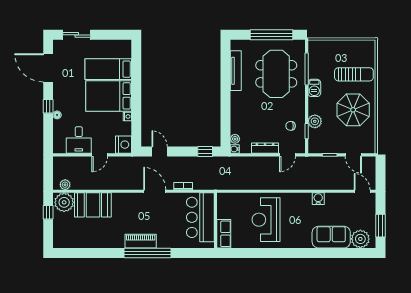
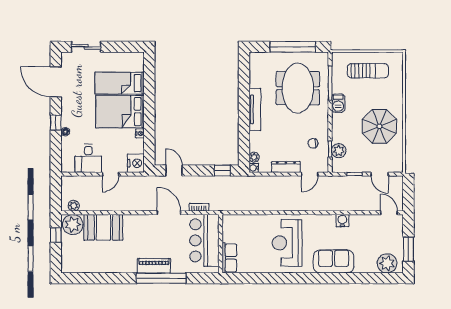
tv unit: (236, 71) -> (255, 109), moved
sun lounger: (354, 74) -> (368, 71), moved
plant: (315, 121) -> (339, 151), moved
bar counter: (200, 217) -> (204, 240), moved
wall: (215, 220) -> (220, 244), moved
row of seats: (224, 234) -> (229, 258), moved
sofa: (331, 237) -> (334, 261), moved

